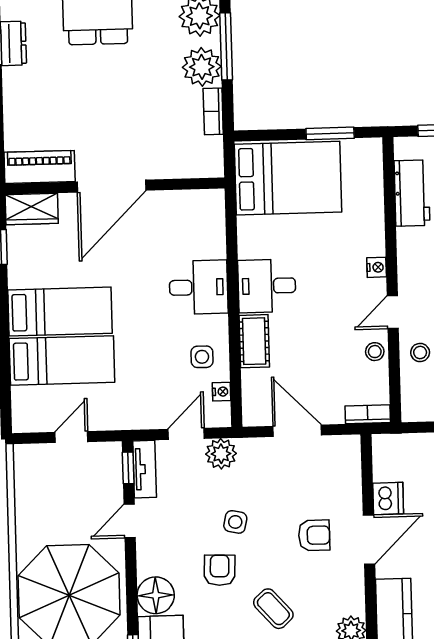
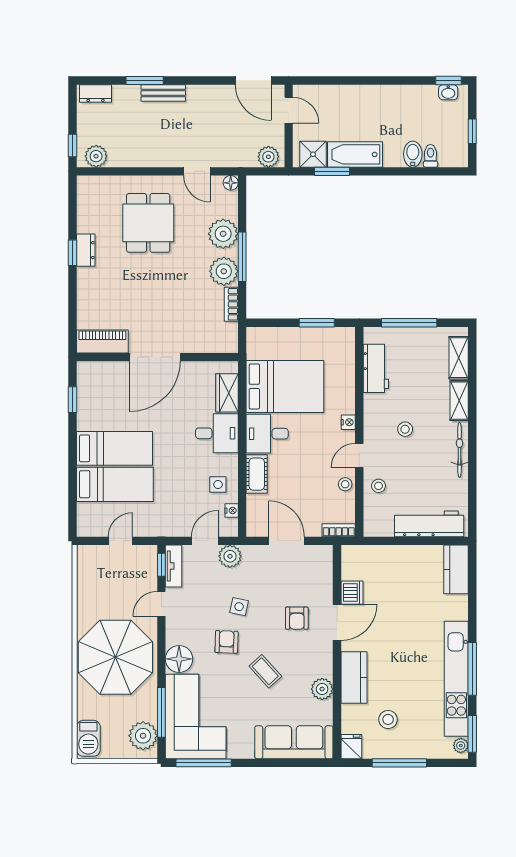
bed: (288, 178) -> (285, 386), moved
wardrobe: (32, 209) -> (227, 393), moved, turned 90
armchair: (314, 535) -> (297, 618), turned 90

